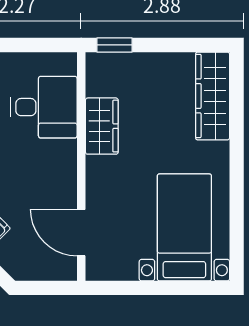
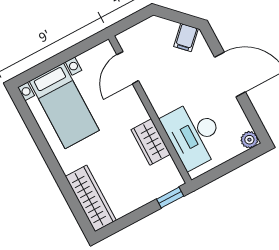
desk: (44, 107) -> (194, 134), width x1.37
door: (81, 233) -> (128, 68), swing flipped

